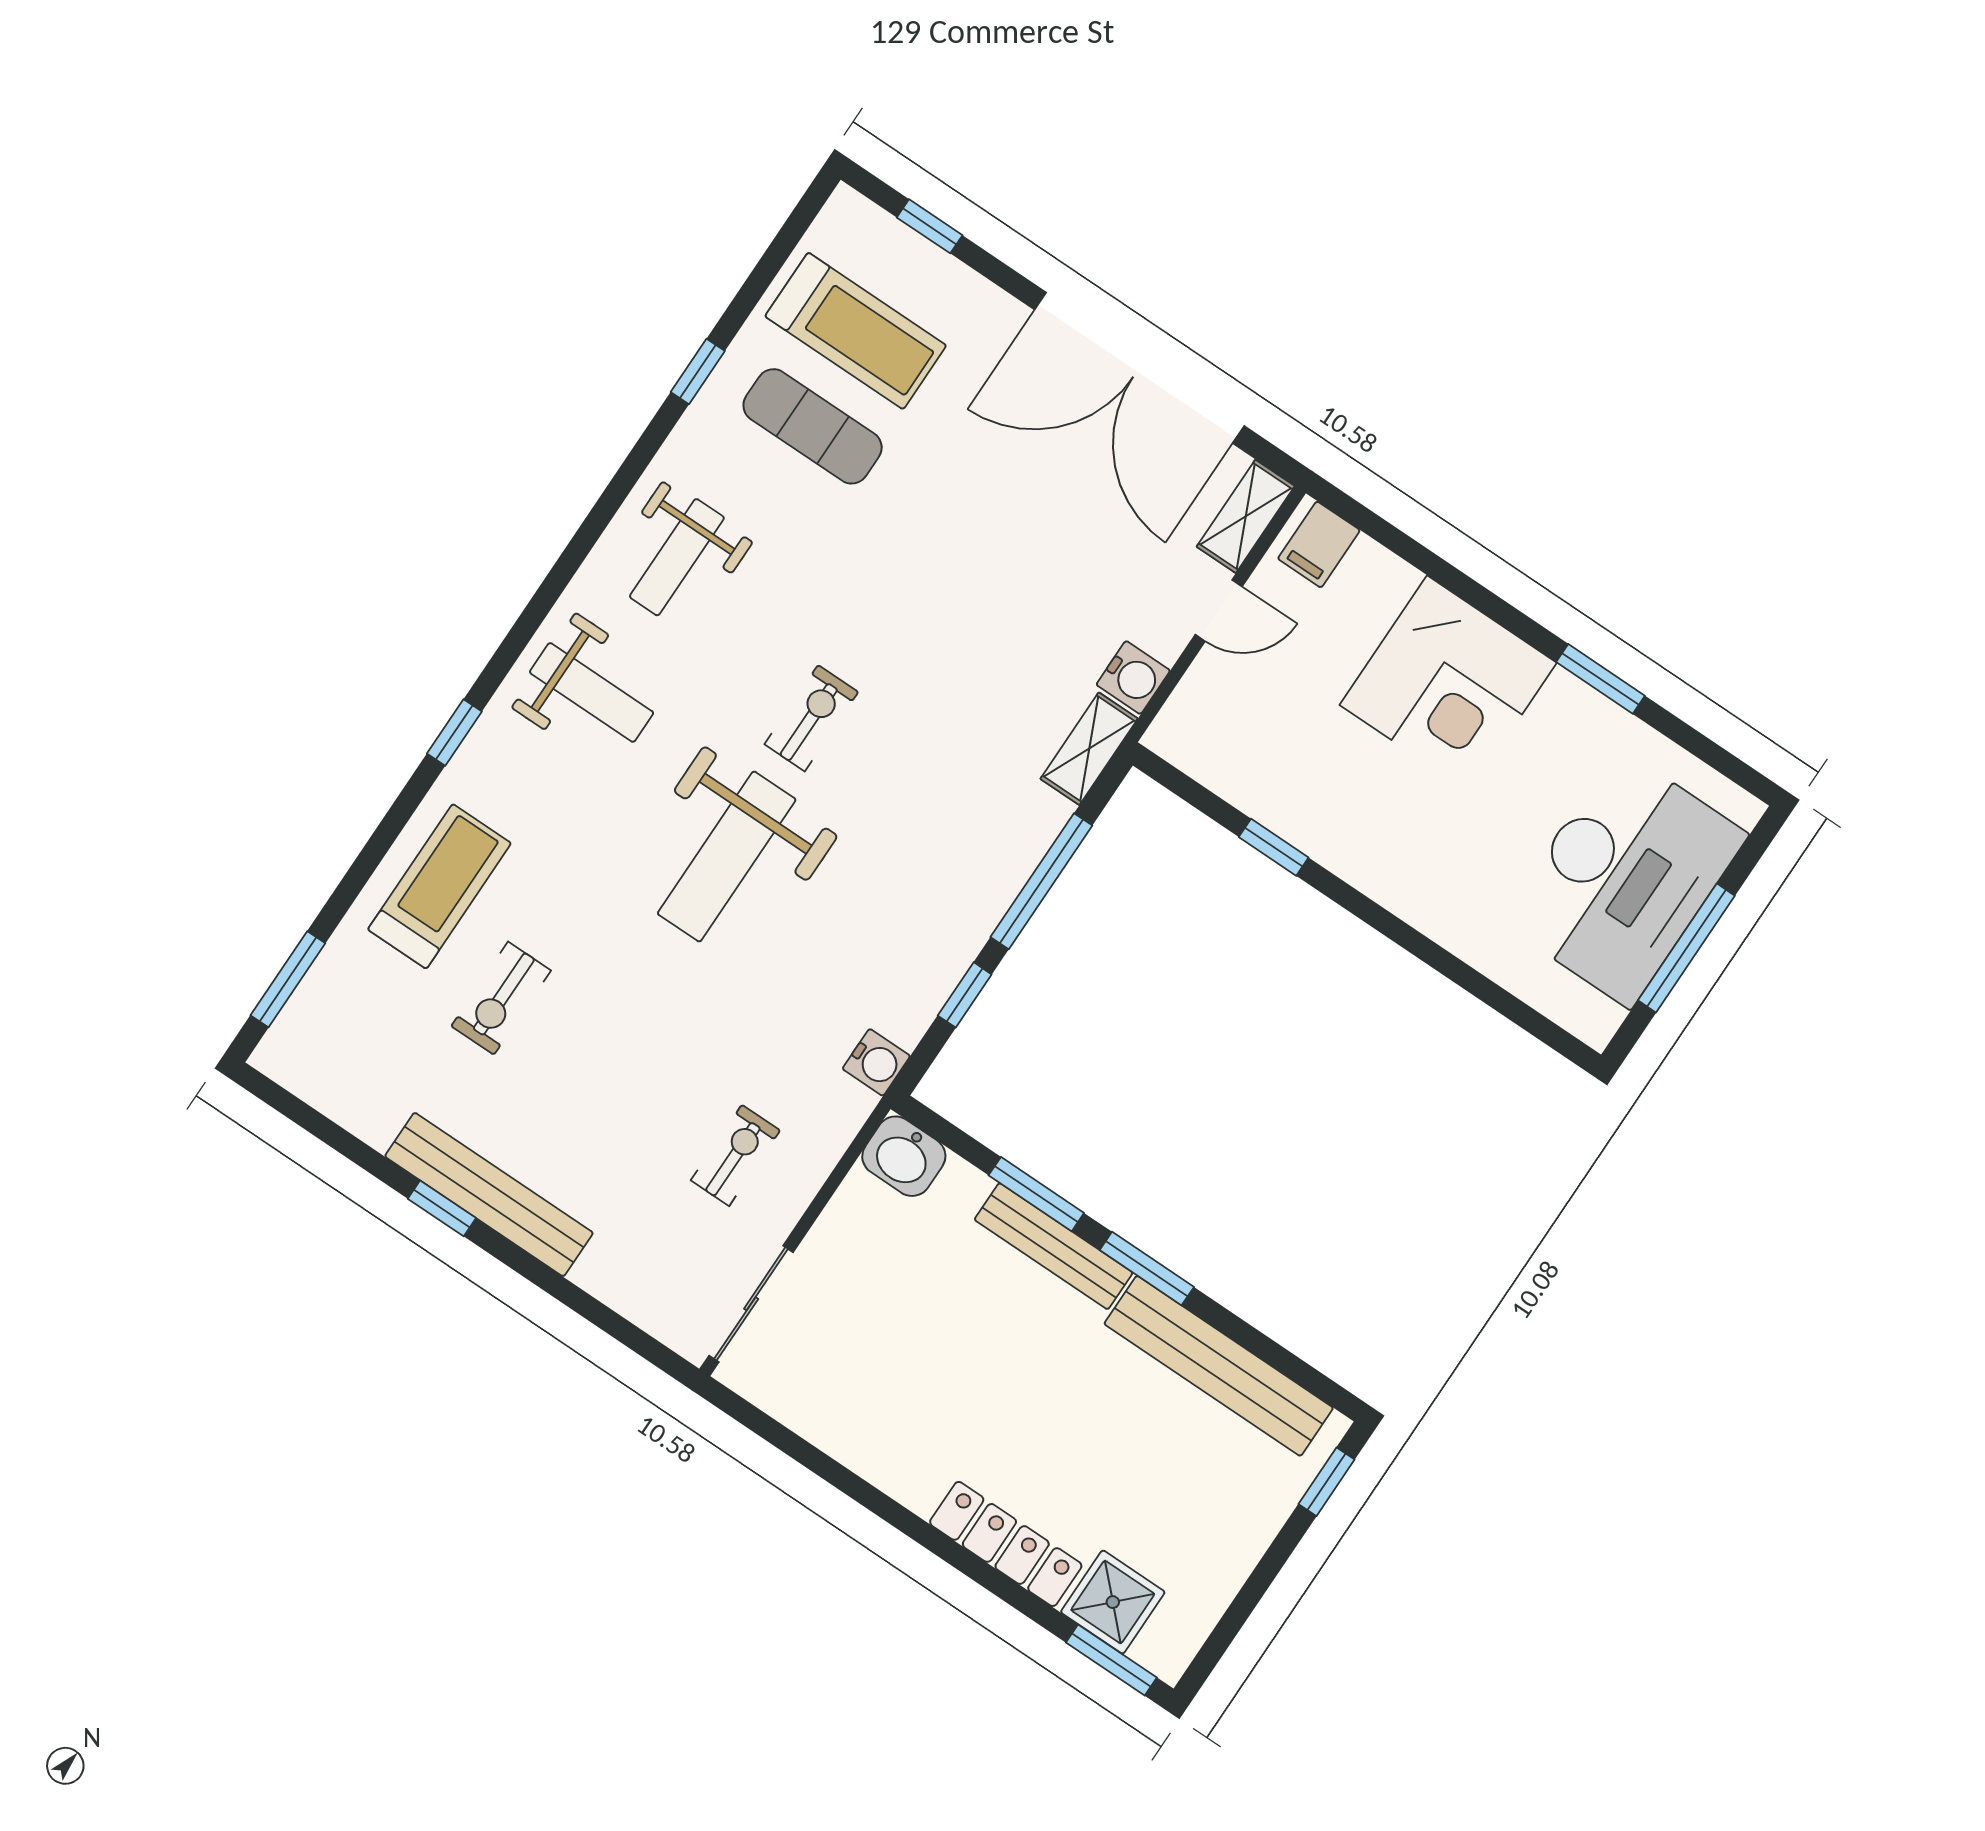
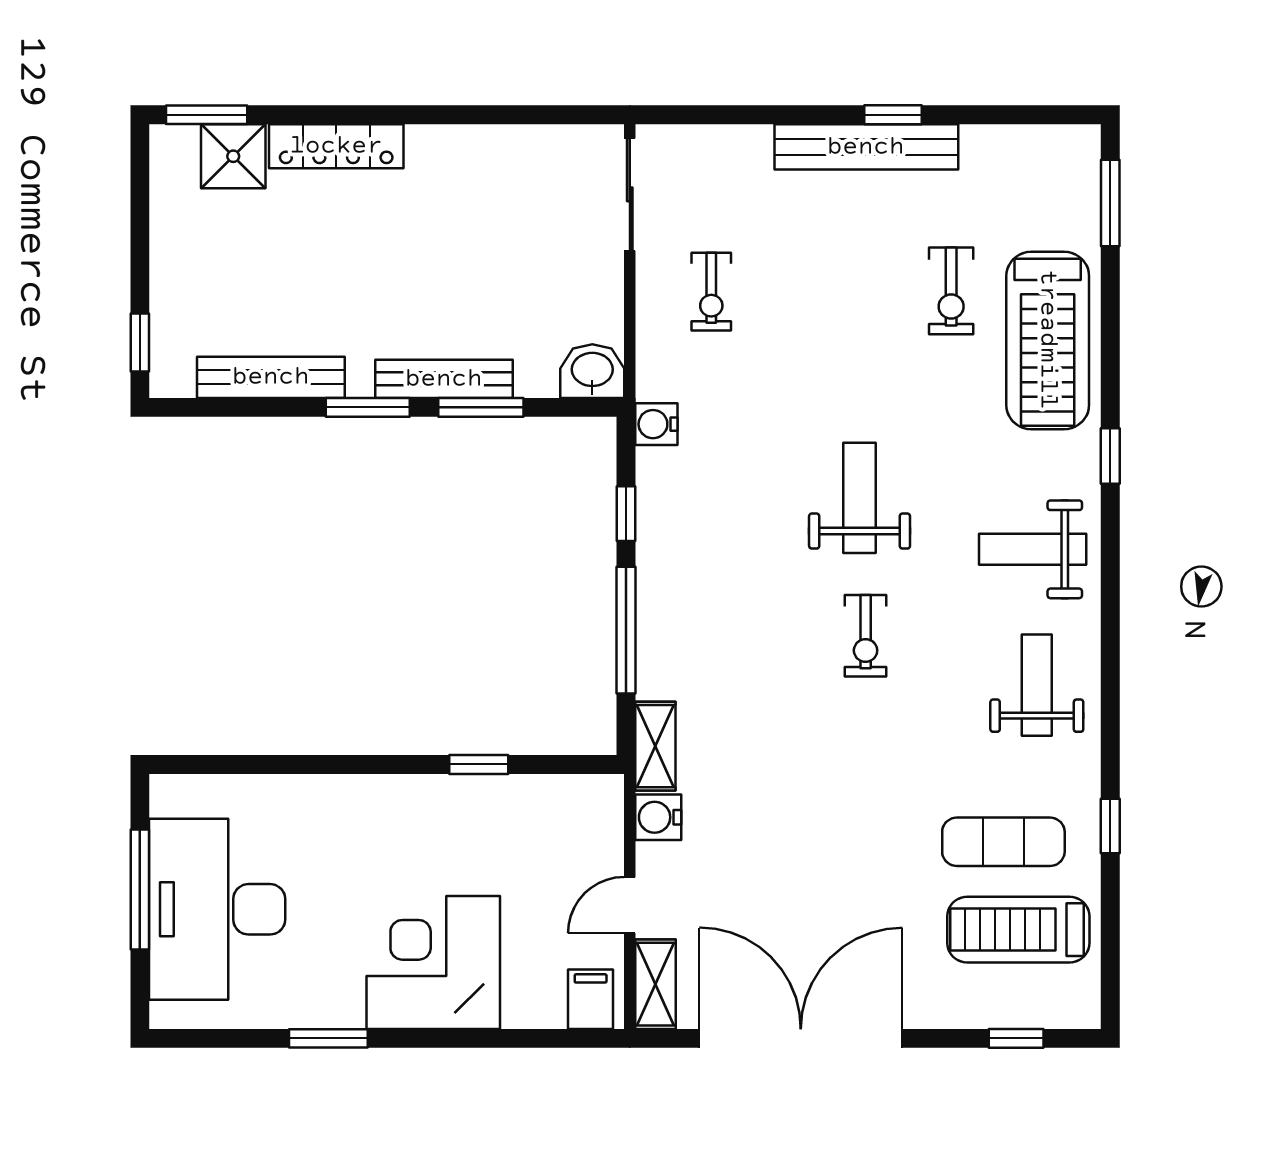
weight bench: (727, 857) -> (860, 498), width x0.73, depth x0.75
treadmill: (439, 886) -> (1048, 340), width x1.37, depth x1.38
exercise bike: (501, 998) -> (951, 291), turned 180
bench: (1219, 1366) -> (271, 377), width x0.73, depth x0.82

